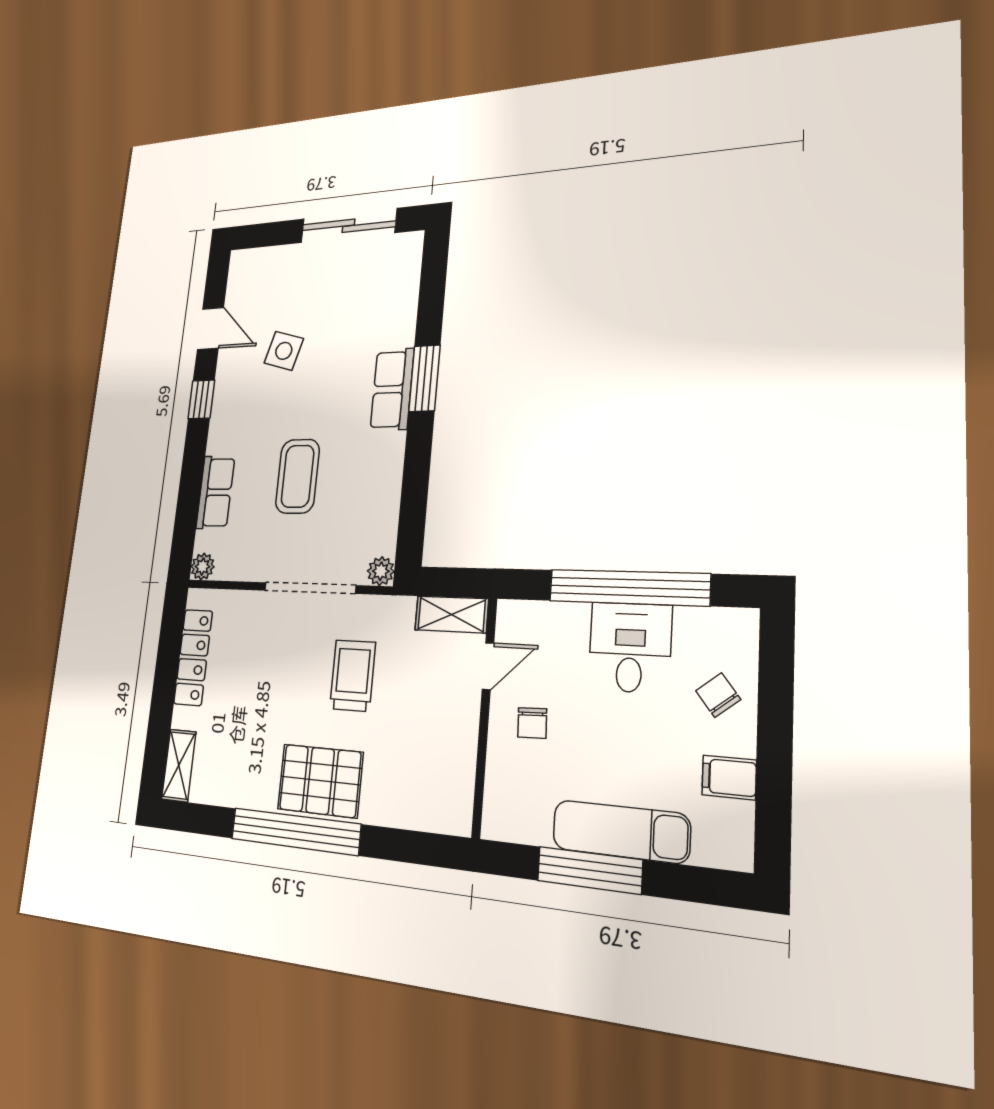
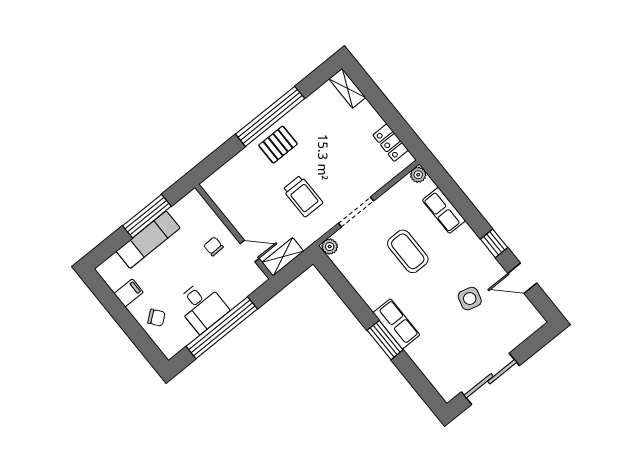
doorway: (310, 588) -> (356, 212), width x0.73
locker: (193, 657) -> (391, 143), width x0.66
door: (488, 666) -> (250, 251), swing flipped
pallet: (320, 781) -> (278, 145), width x0.67, depth x0.71

